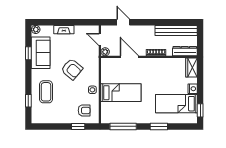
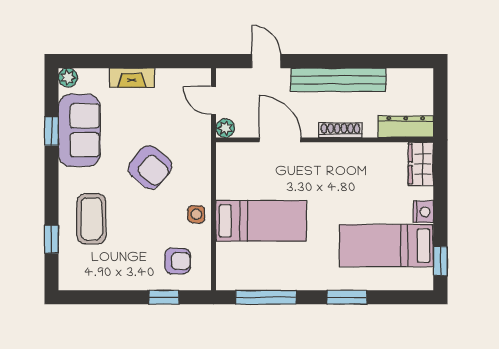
bench: (176, 31) -> (338, 80), moved

